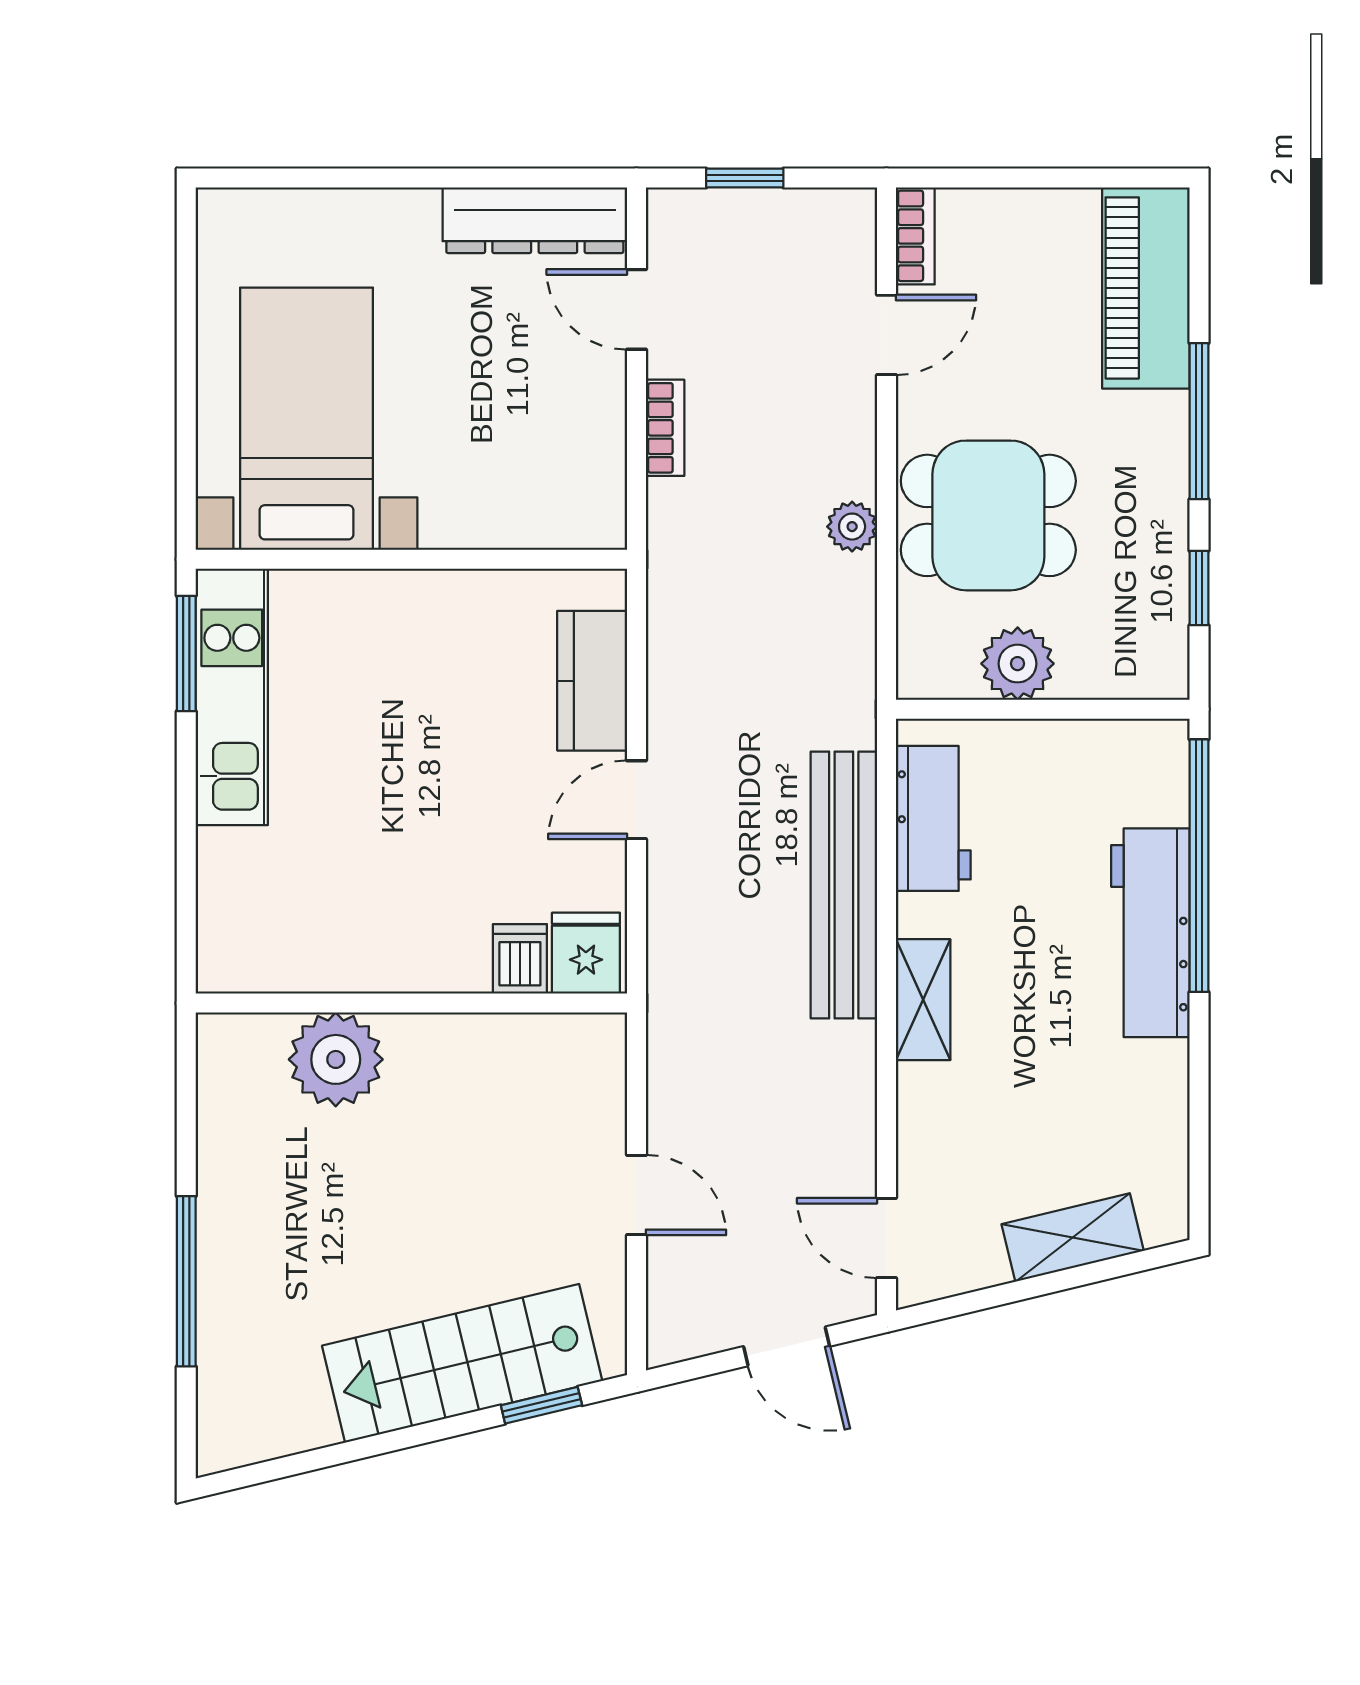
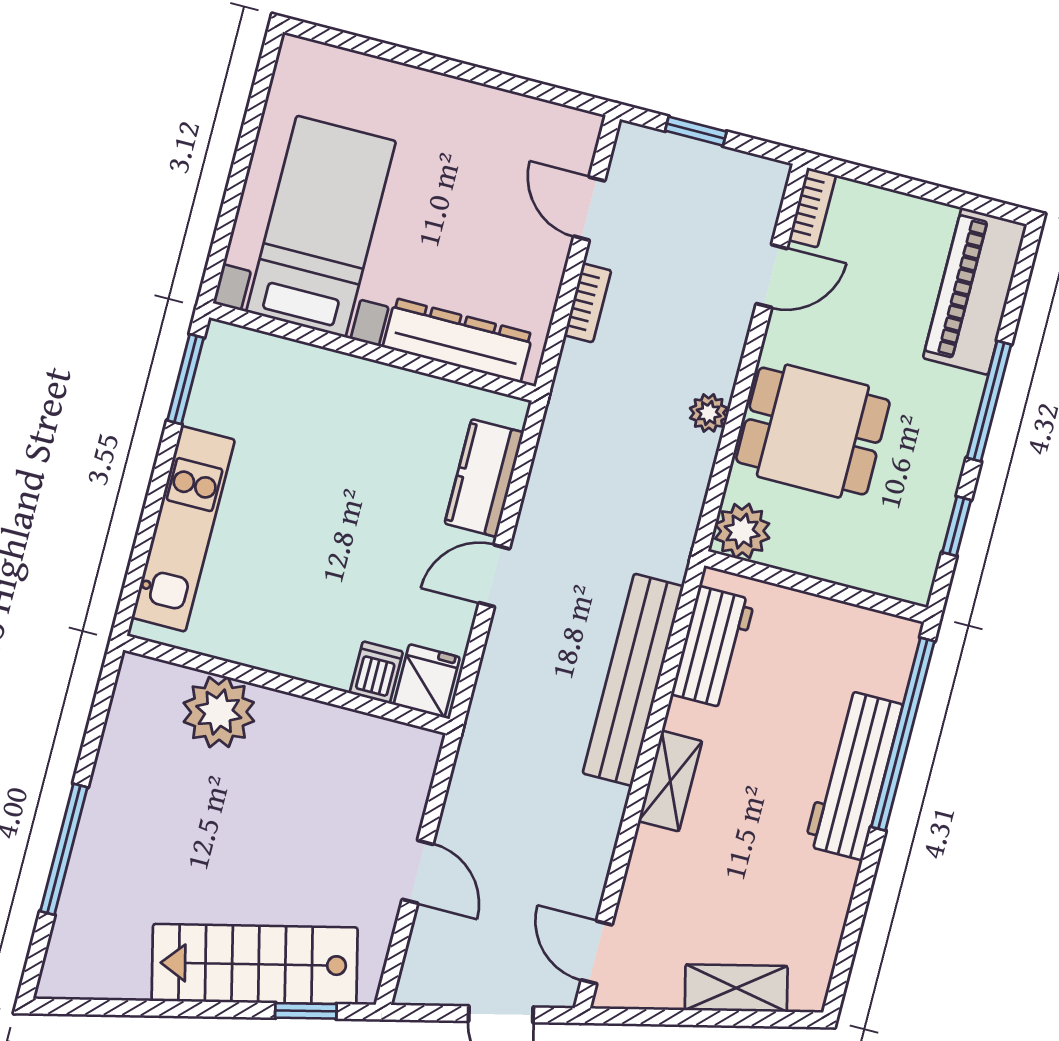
dresser: (535, 220) -> (458, 340), moved, turned 180
plant: (1018, 664) -> (742, 531), moved
kitchen unit: (232, 697) -> (183, 529), moved

